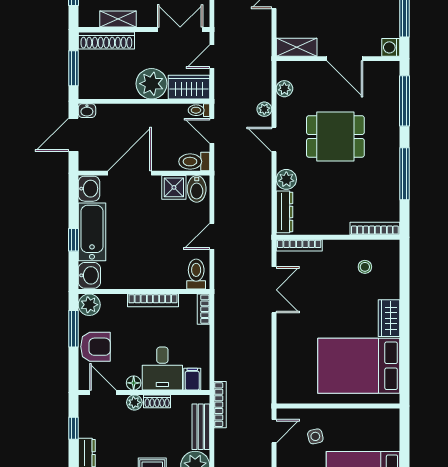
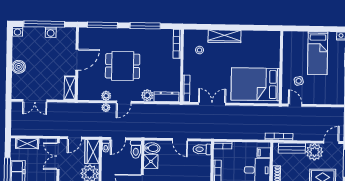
washing machine: (391, 47) -> (51, 32), moved
door: (212, 57) -> (74, 138), hinge flipped
plant: (284, 89) -> (106, 96), moved
dining table: (335, 136) -> (123, 66), turned 90
wardrobe: (389, 318) -> (224, 36), width x1.50
bed: (359, 366) -> (255, 84), moved, turned 90

